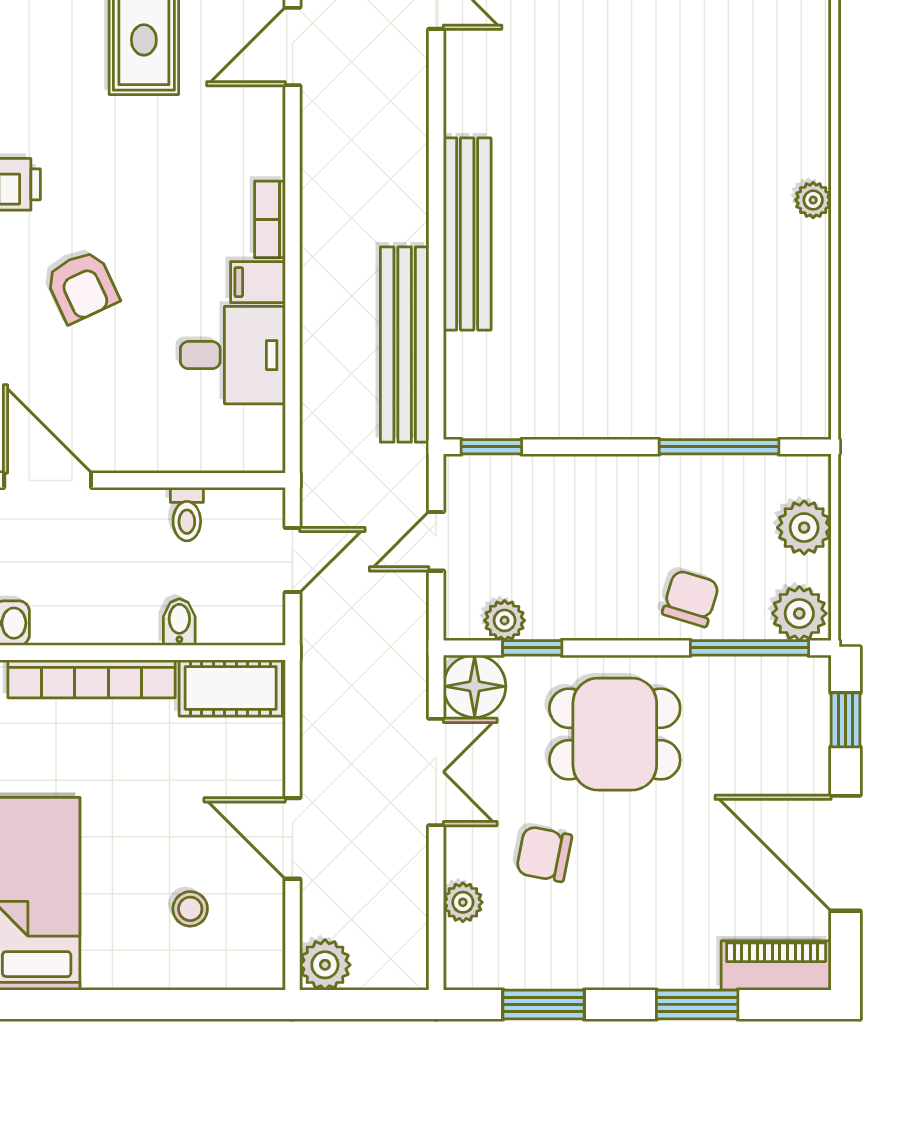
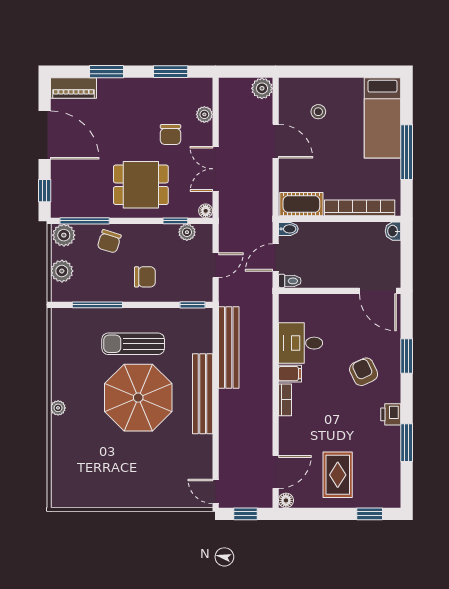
parasol: (621, 225) -> (138, 398), added
sun lounger: (633, 353) -> (133, 344), added
chair: (605, 513) -> (145, 277), added
toilet: (187, 514) -> (290, 281), moved, turned 90
bidet: (179, 622) -> (288, 229), moved, turned -90
floor lamp: (475, 686) -> (206, 211), width x0.53, depth x0.53
chair: (544, 854) -> (170, 135), turned 79

